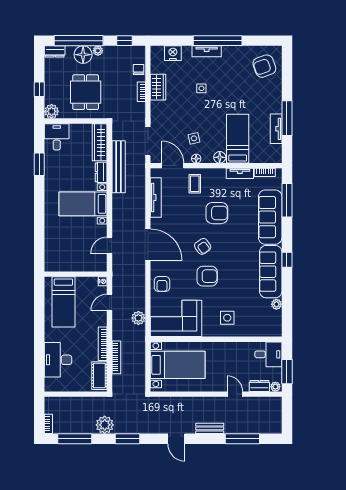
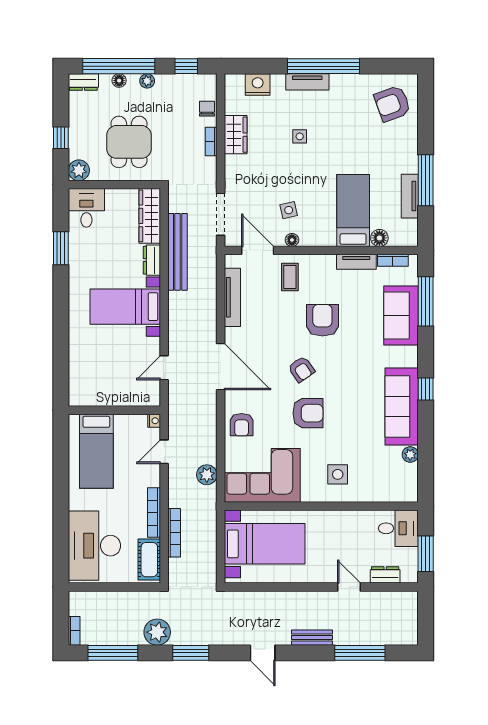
floor lamp: (83, 55) -> (119, 81), width x0.53, depth x0.53
floor lamp: (220, 157) -> (379, 238), moved
armchair: (217, 213) -> (322, 320), turned -90
sofa: (270, 217) -> (401, 315), width x0.73
desk: (58, 360) -> (94, 546), width x1.36, depth x1.30
plant: (275, 387) -> (409, 576), removed

